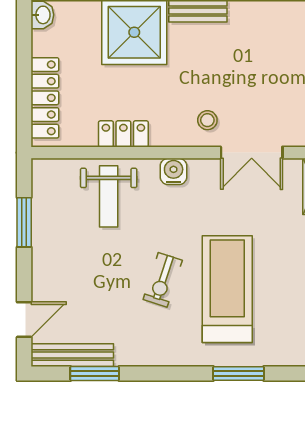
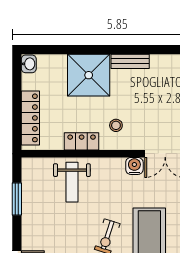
stool: (207, 120) -> (116, 125), moved
water cooler: (174, 171) -> (134, 166), moved

